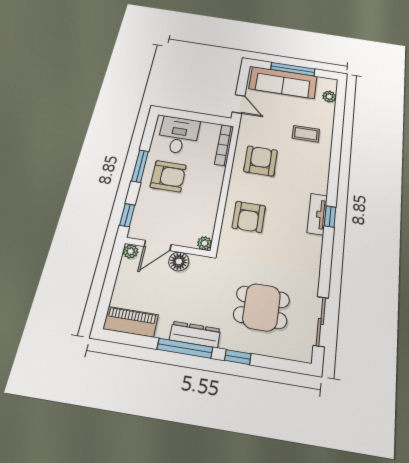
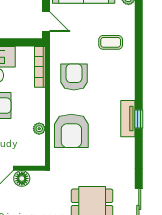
armchair: (249, 217) -> (71, 131), width x1.36, depth x1.36
plant: (205, 243) -> (39, 129), moved

